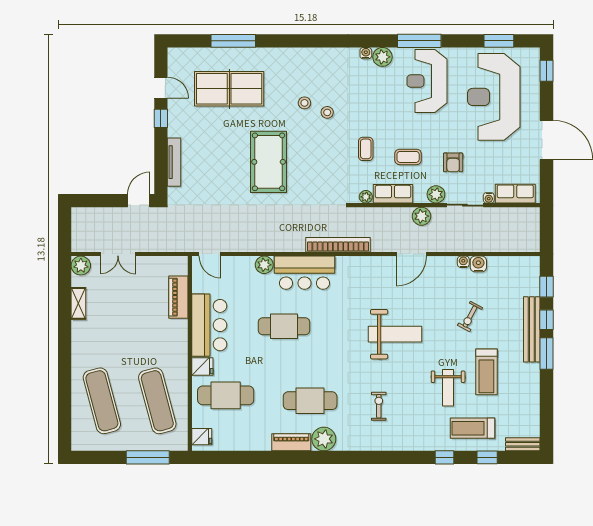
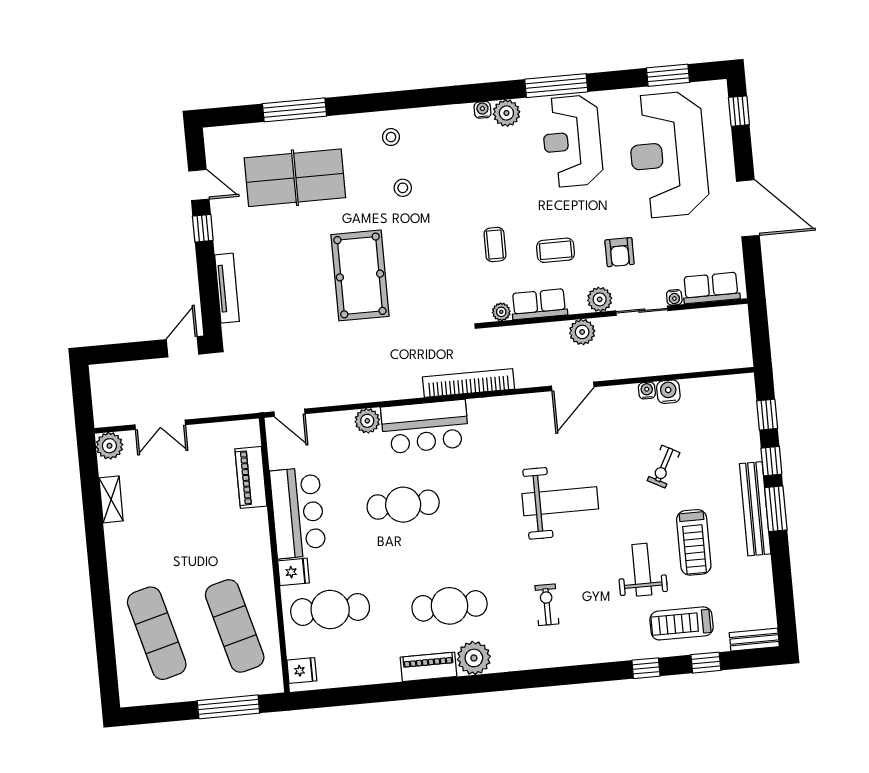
stool: (327, 112) -> (391, 137), moved
bench: (532, 329) -> (755, 509), moved
weight bench: (448, 388) -> (642, 570), turned 180

